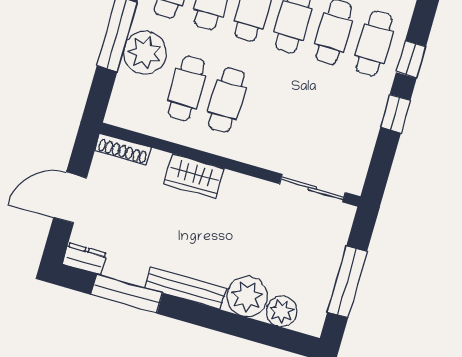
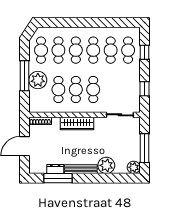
cafe table: (267, 112) -> (93, 90), added
window: (395, 114) -> (144, 89), moved
wardrobe: (194, 176) -> (77, 123), width x1.50
dresser: (85, 259) -> (55, 169), moved
plant: (282, 311) -> (134, 167), moved

